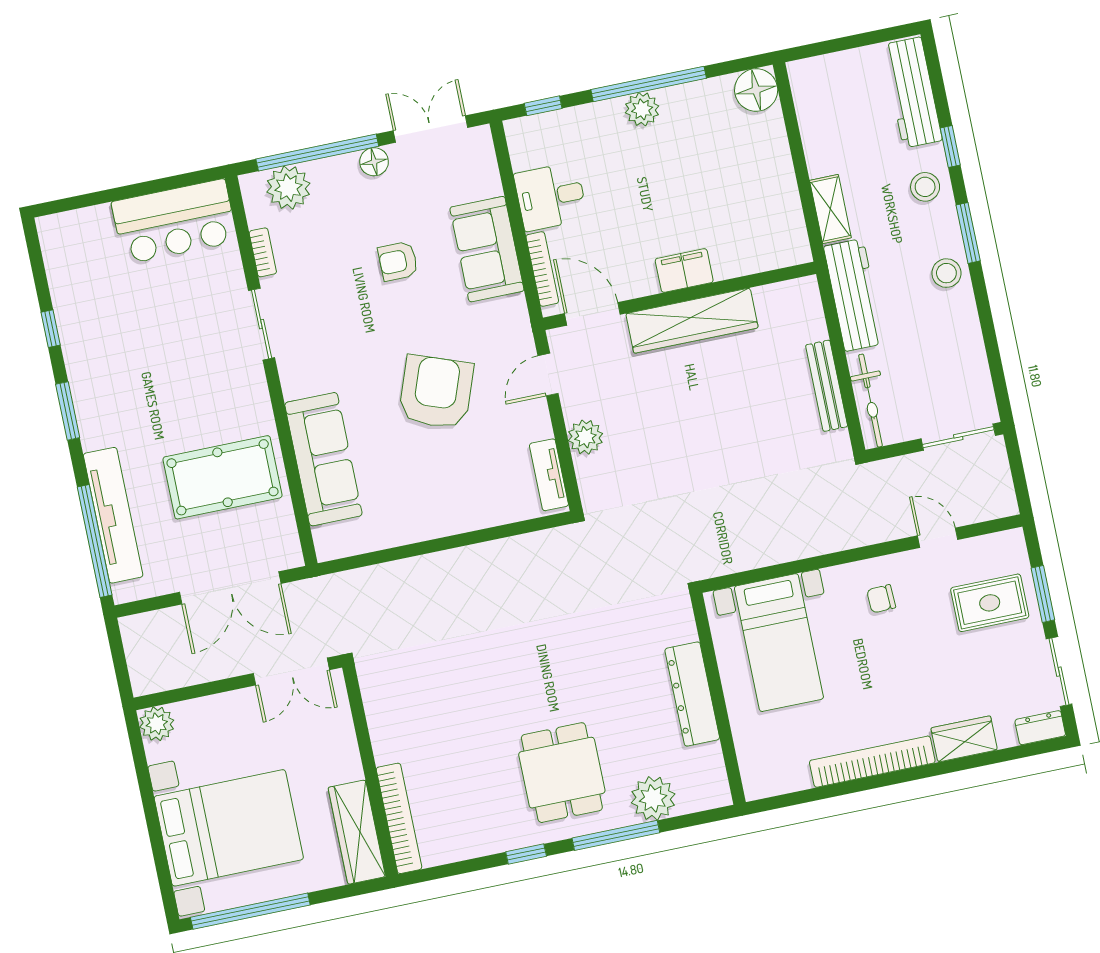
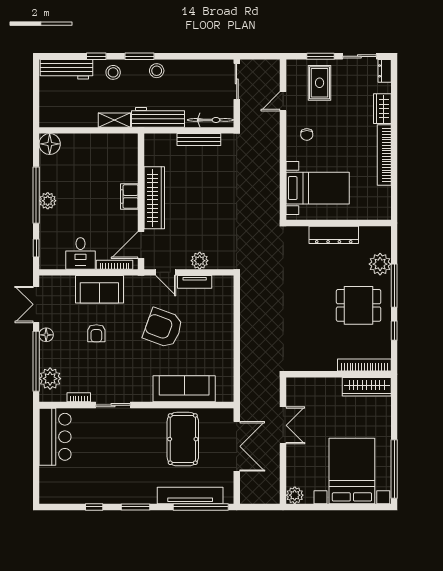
tv unit: (549, 475) -> (195, 282), moved
wall: (370, 771) -> (339, 374), moved
bookcase: (399, 818) -> (364, 365), moved
wardrobe: (357, 832) -> (367, 387), moved

